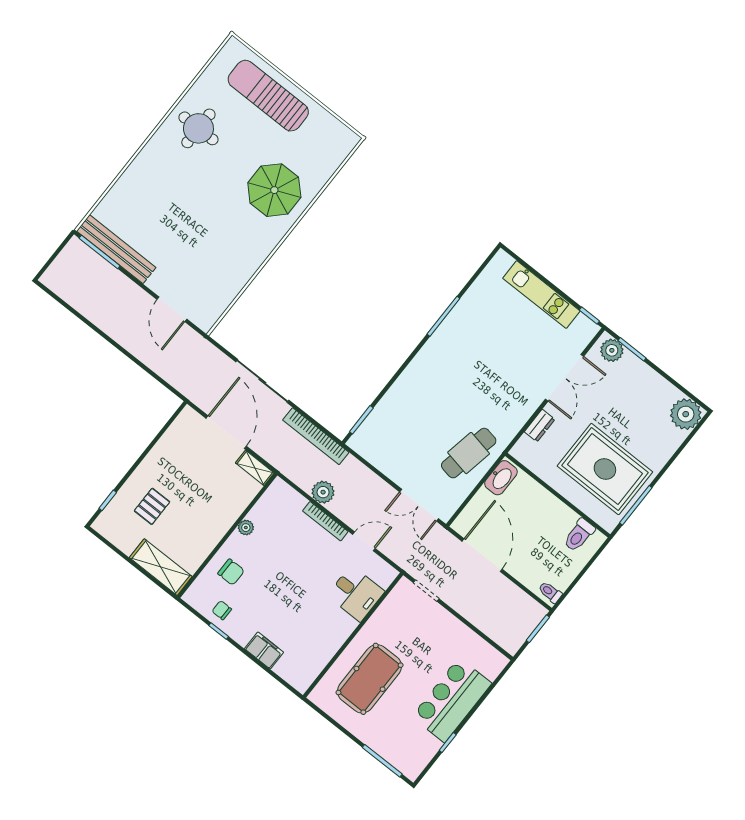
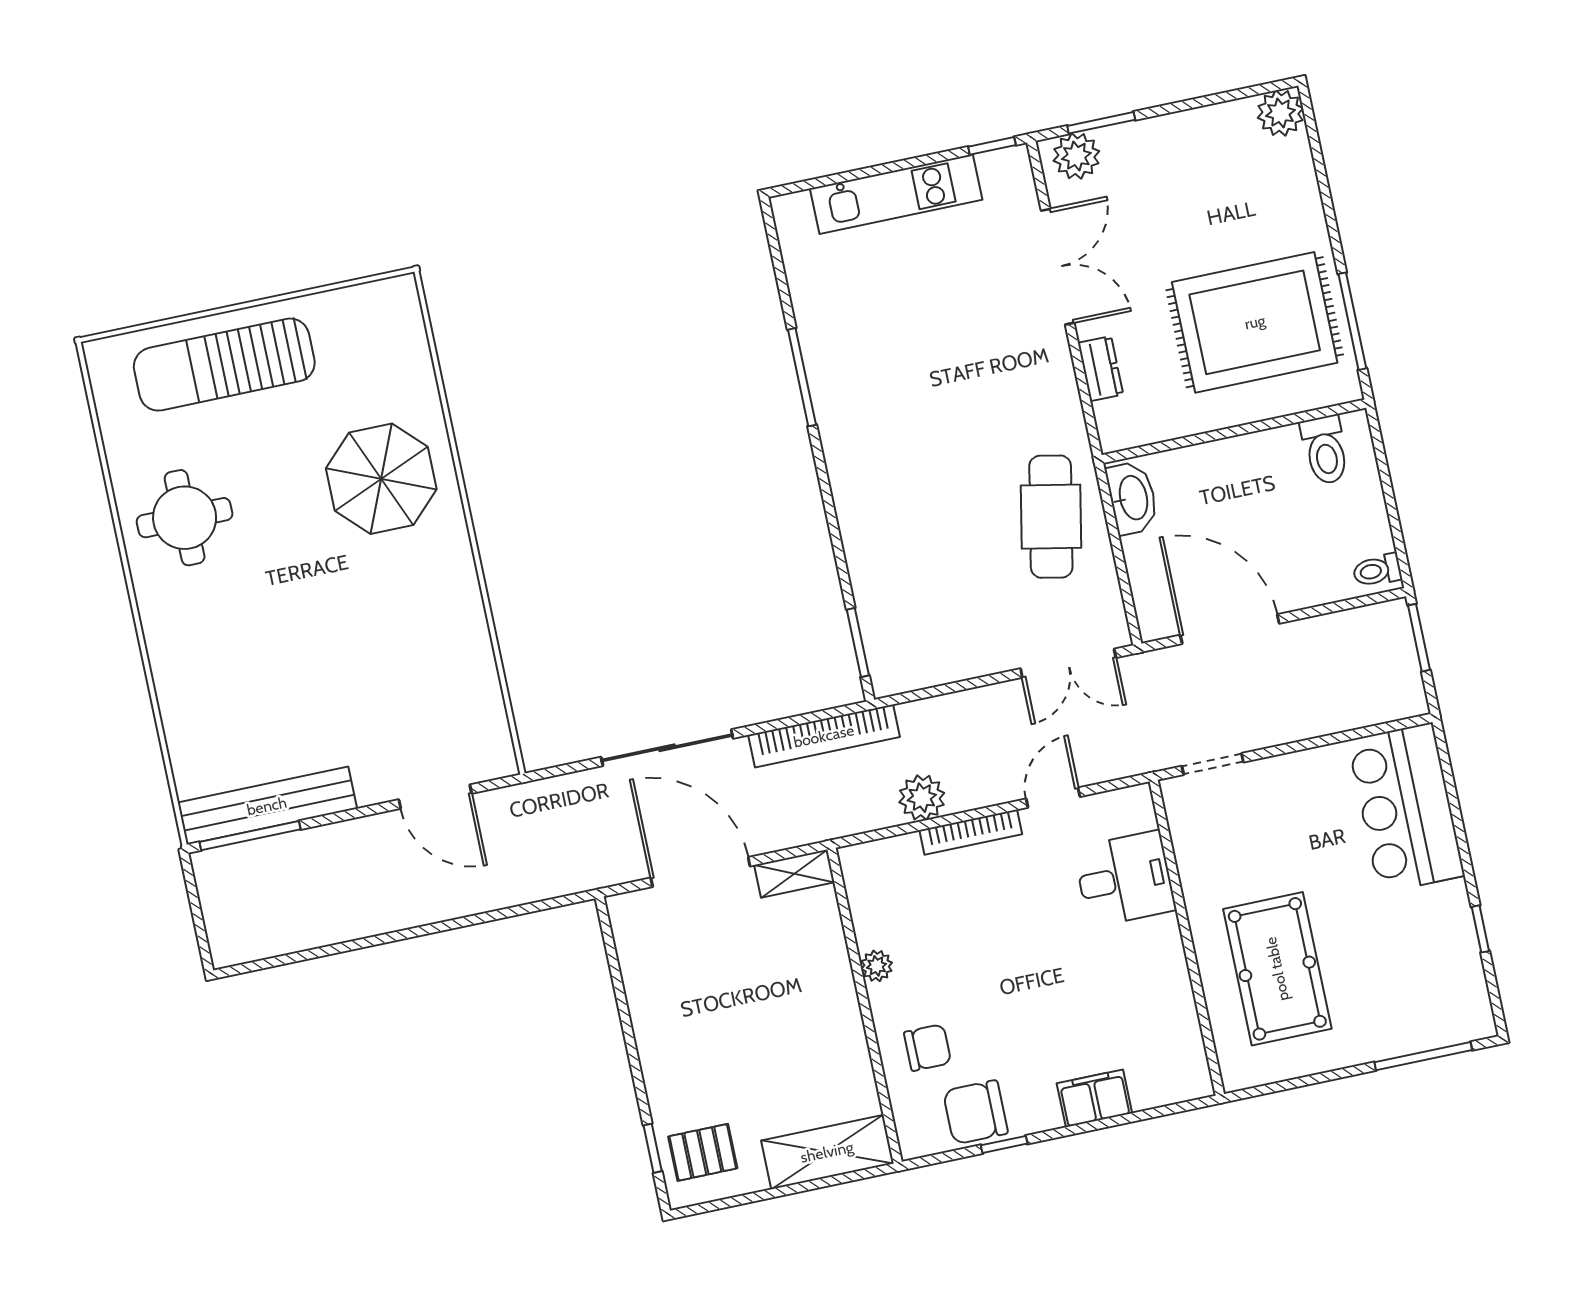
plant: (686, 414) -> (1280, 113), width x0.73, depth x0.73
pallet: (152, 506) -> (703, 1152), moved, turned 90
chair: (222, 610) -> (975, 1112), width x1.87, depth x1.87
bar counter: (452, 700) -> (1406, 808), moved

